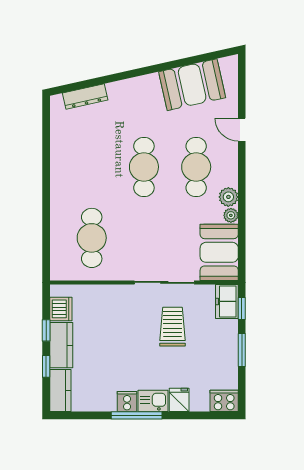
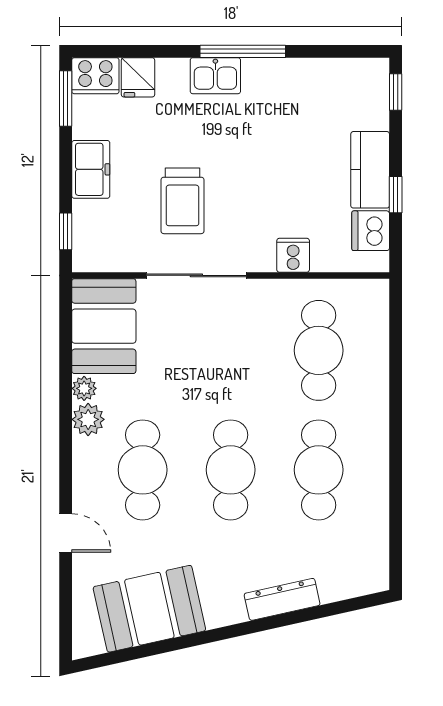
dresser: (85, 97) -> (282, 599), moved
cafe table: (92, 167) -> (319, 470), added
freezer: (227, 301) -> (91, 169), moved
window: (242, 350) -> (66, 99), moved
window: (46, 366) -> (396, 92), moved
kitchen counter: (60, 390) -> (372, 93), removed
fridge: (179, 400) -> (138, 77), moved
cooker: (127, 402) -> (293, 255), moved, turned 180

